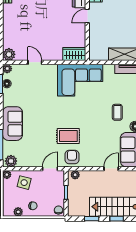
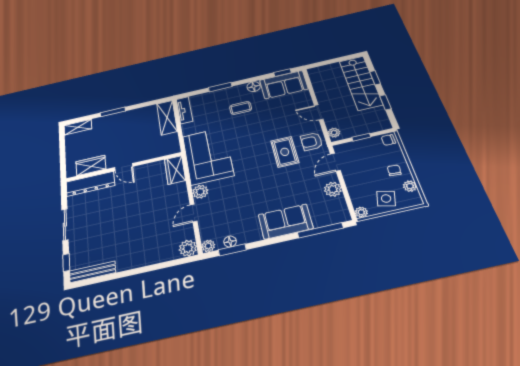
plant: (51, 70) -> (200, 192), added
plant: (11, 161) -> (333, 189), moved
door: (50, 169) -> (335, 162), hinge flipped
door: (111, 169) -> (319, 112), moved
side table: (24, 183) -> (386, 199), moved

